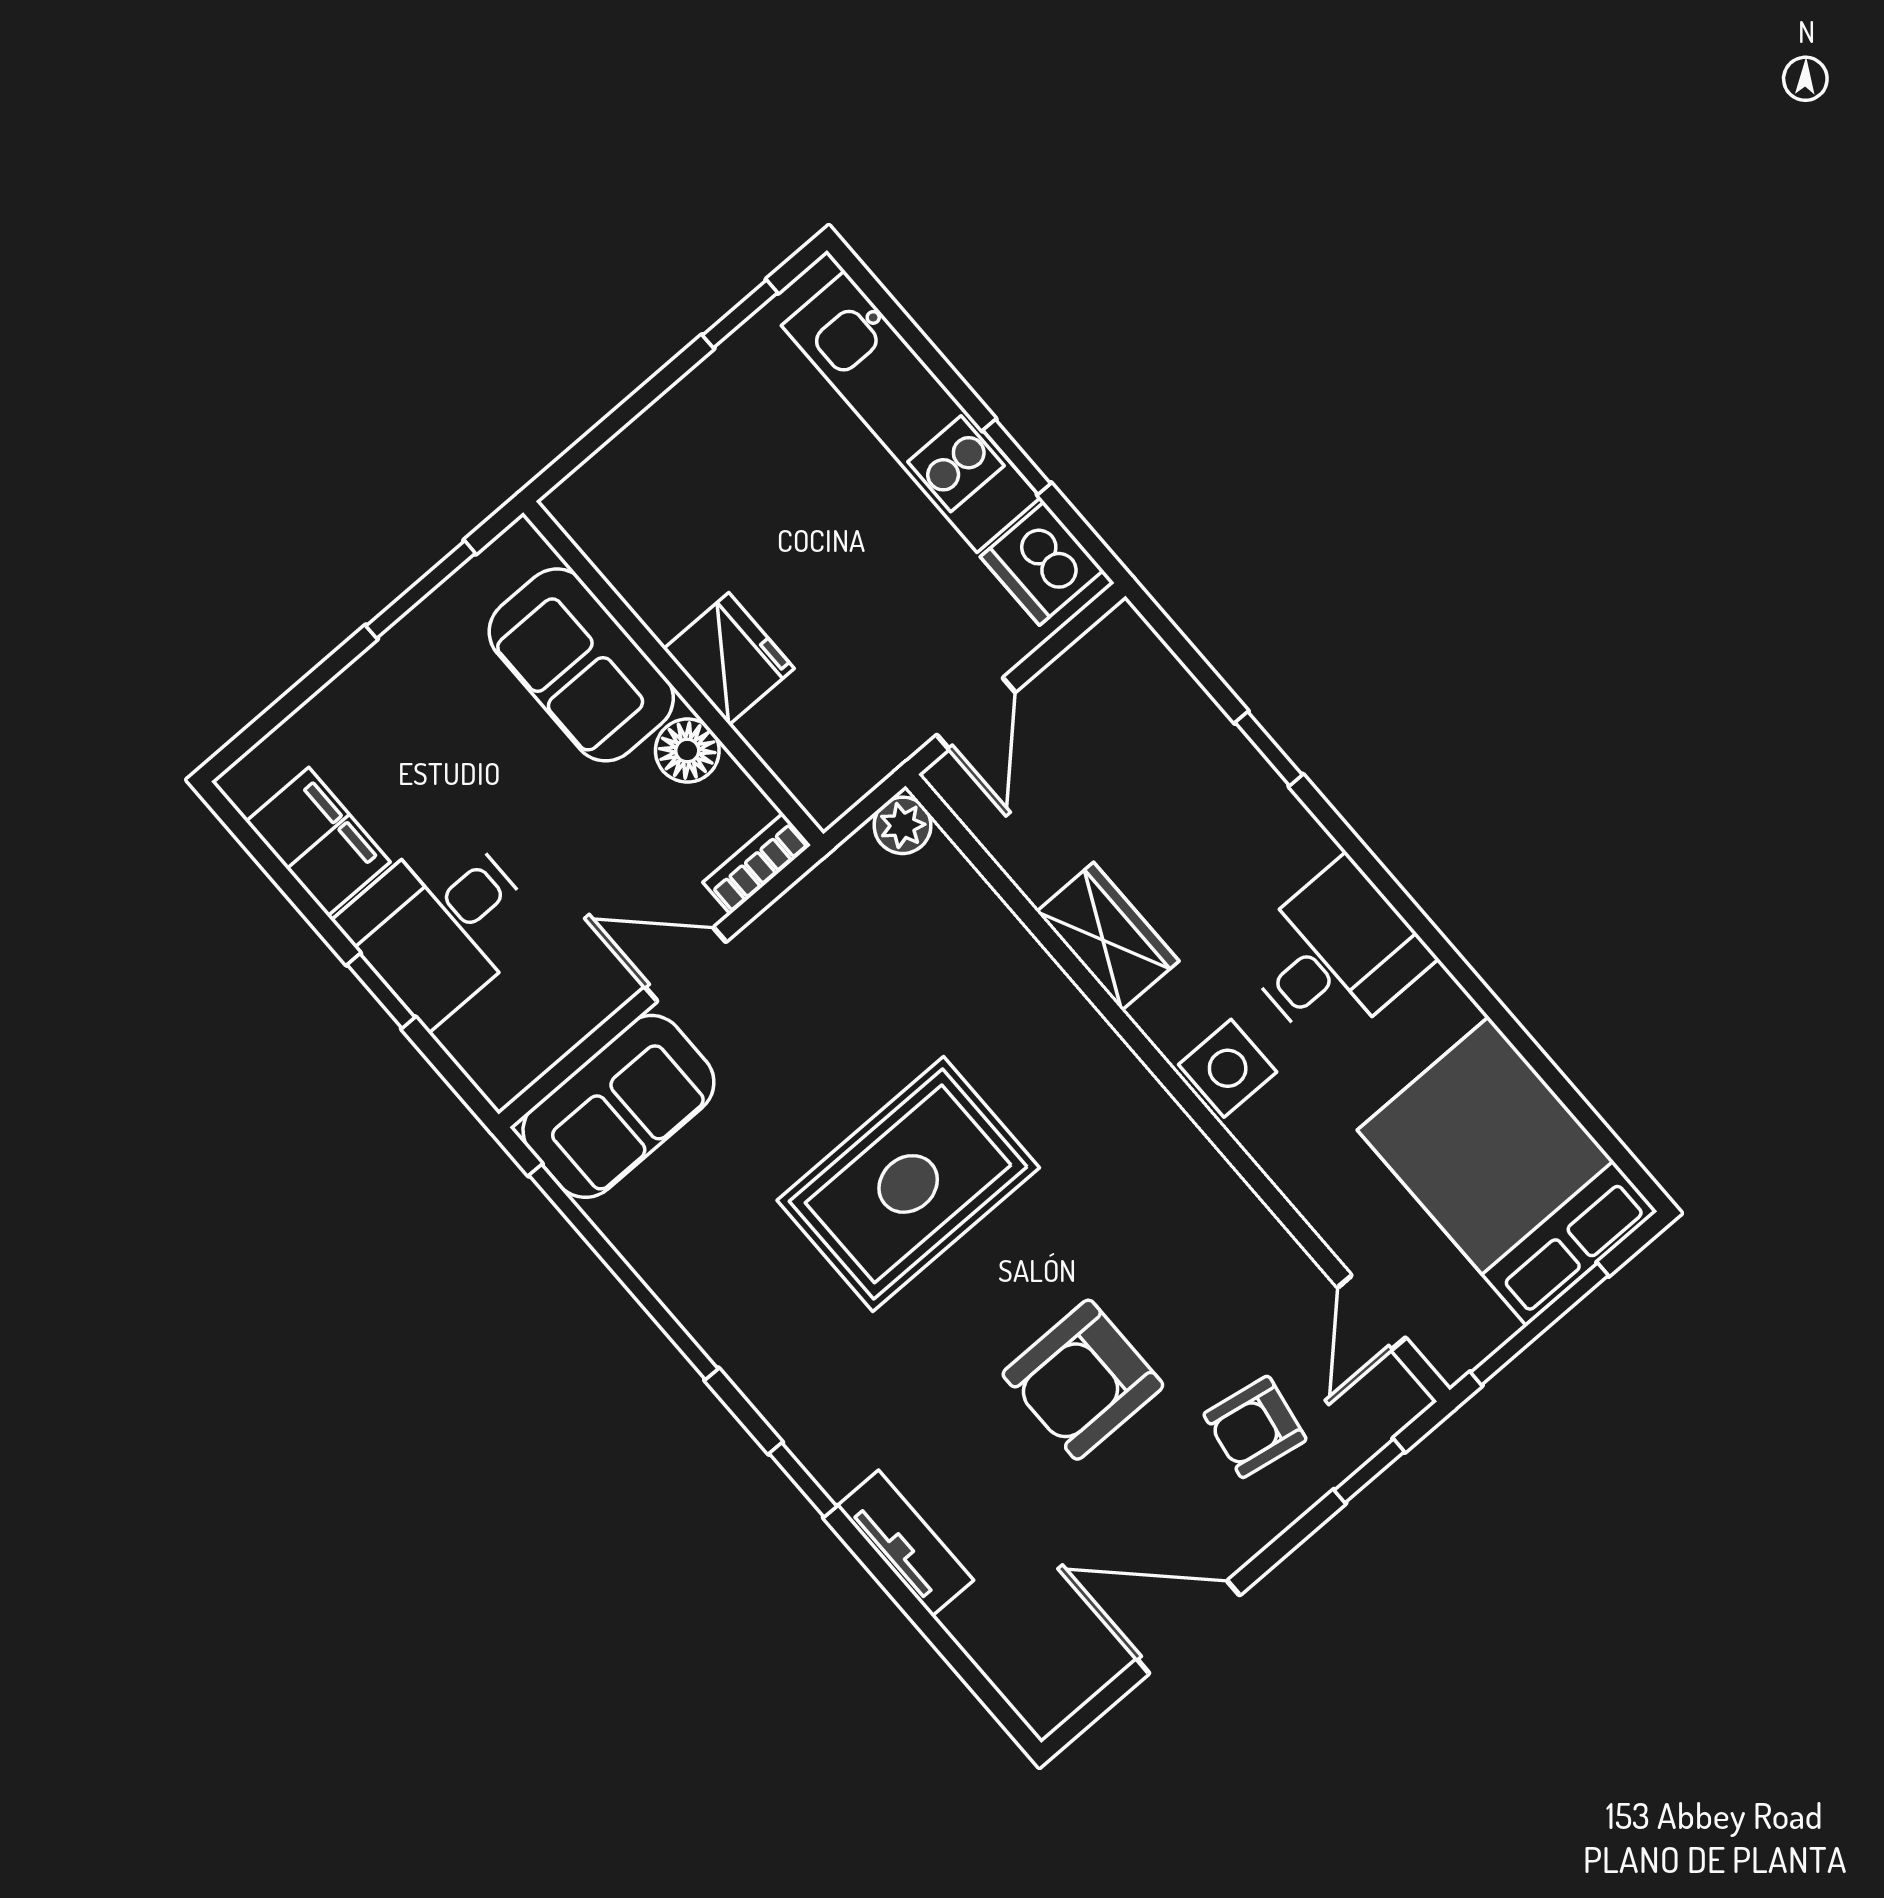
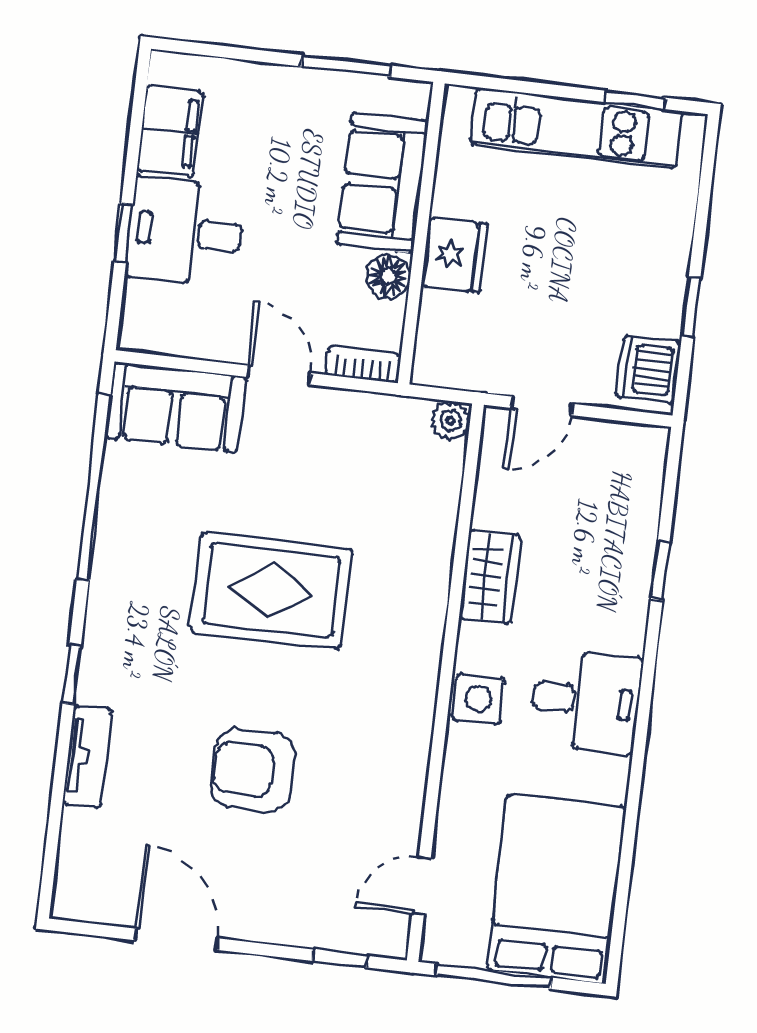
kitchen unit: (911, 412) -> (576, 128), moved, turned -90
armchair: (1255, 1427) -> (309, 880), removed

